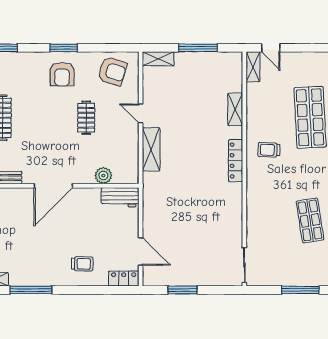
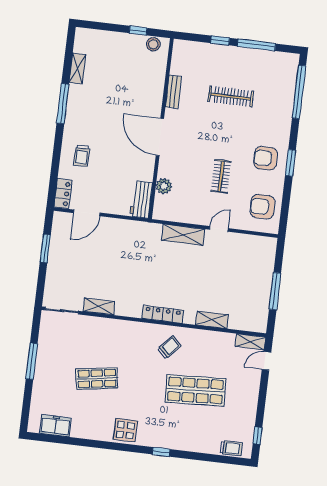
shelving: (158, 59) -> (99, 306), moved, turned 90
armchair: (112, 71) -> (263, 207), turned 72
clothes rail: (86, 118) -> (221, 176), turned 90
trolley: (269, 150) -> (169, 347), turned 41

